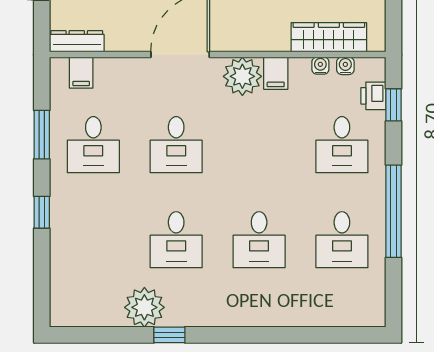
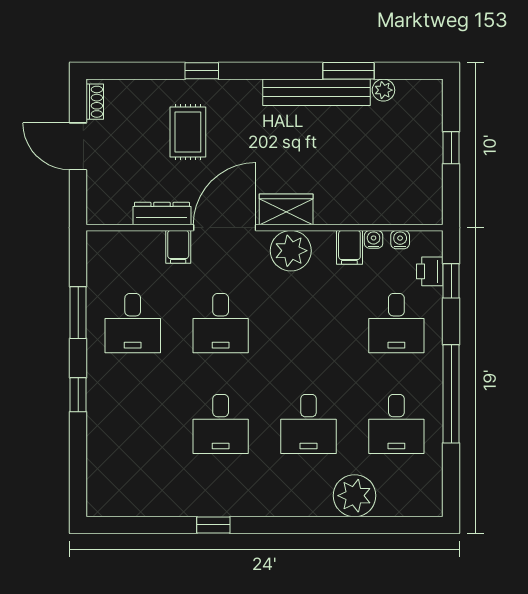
wardrobe: (329, 37) -> (286, 209), moved, width x0.67
dresser: (77, 41) -> (162, 214), moved
filing cabinet: (81, 73) -> (178, 247), moved
filing cabinet: (276, 73) -> (349, 247), moved
plant: (144, 307) -> (355, 496), moved

